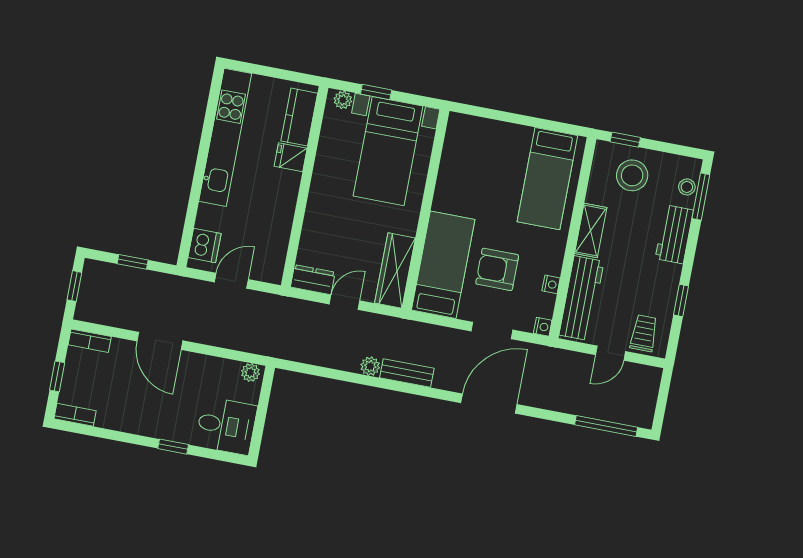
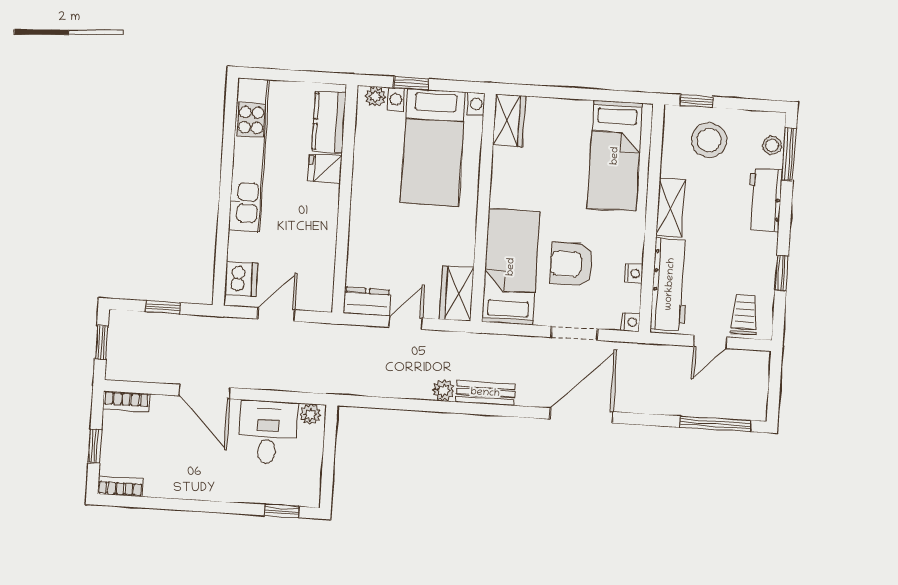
wardrobe: (458, 136) -> (509, 120), added
wardrobe: (395, 270) -> (457, 293), width x0.67
desk: (226, 426) -> (268, 432), moved, turned -90
window: (173, 447) -> (282, 511), moved

